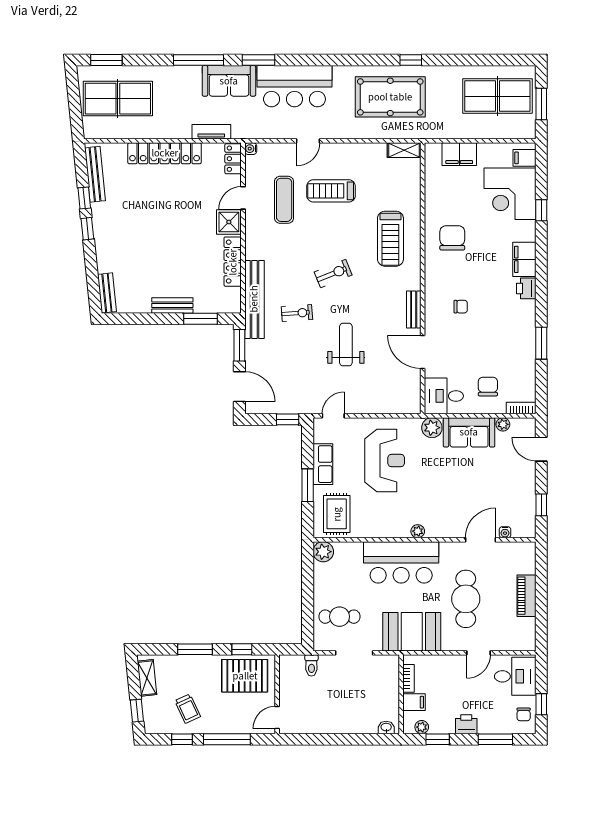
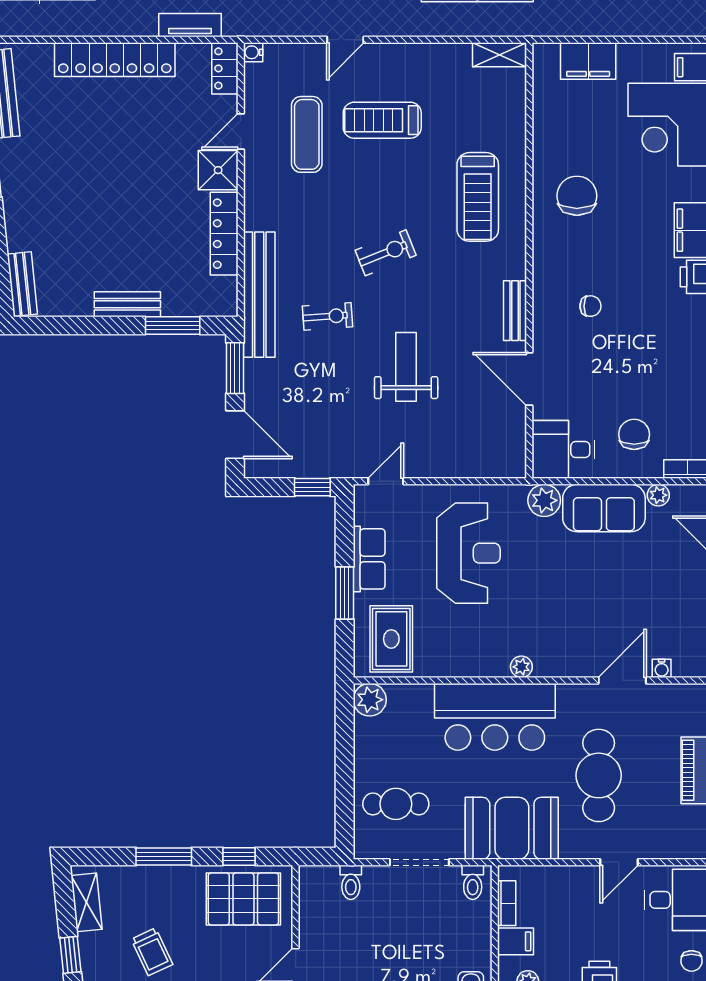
toilet: (387, 665) -> (473, 882), added

